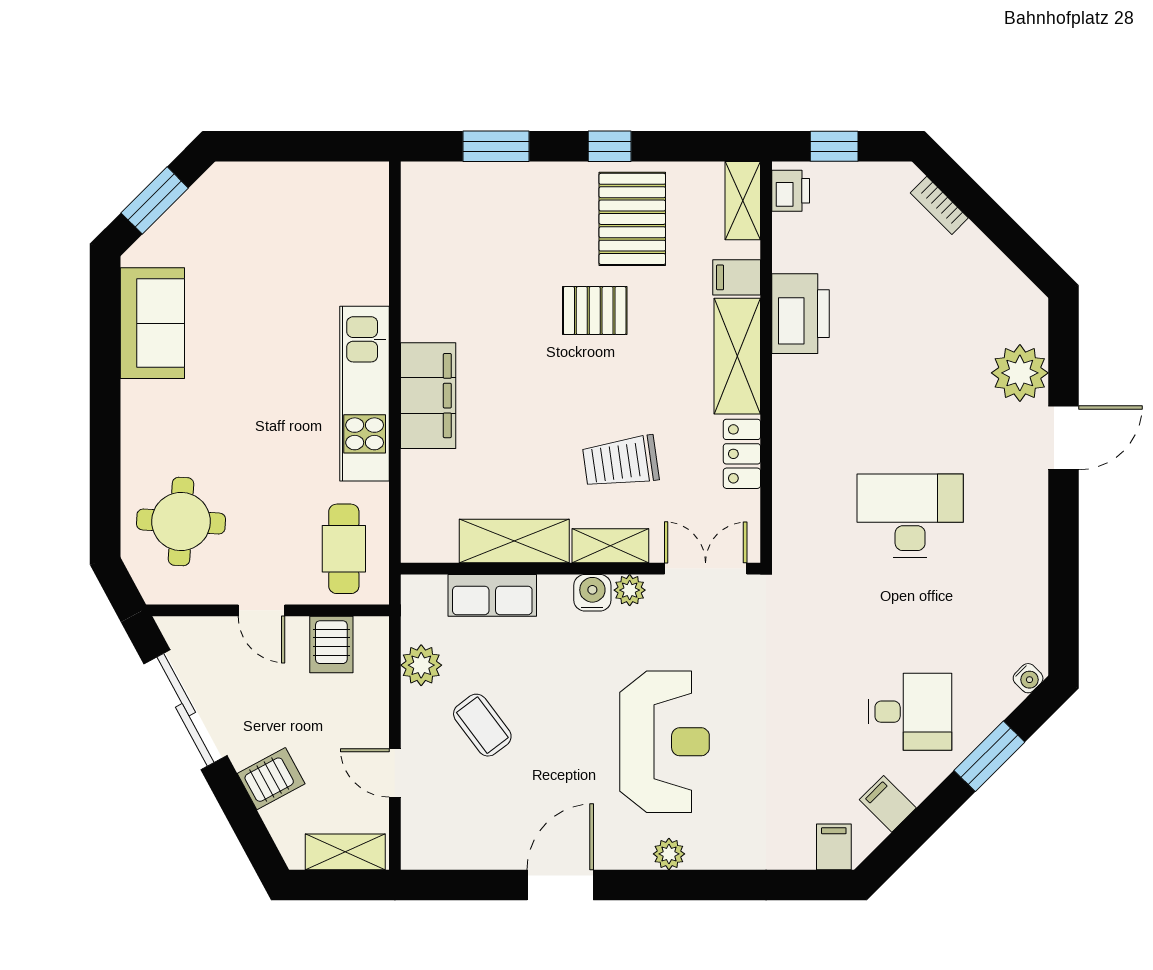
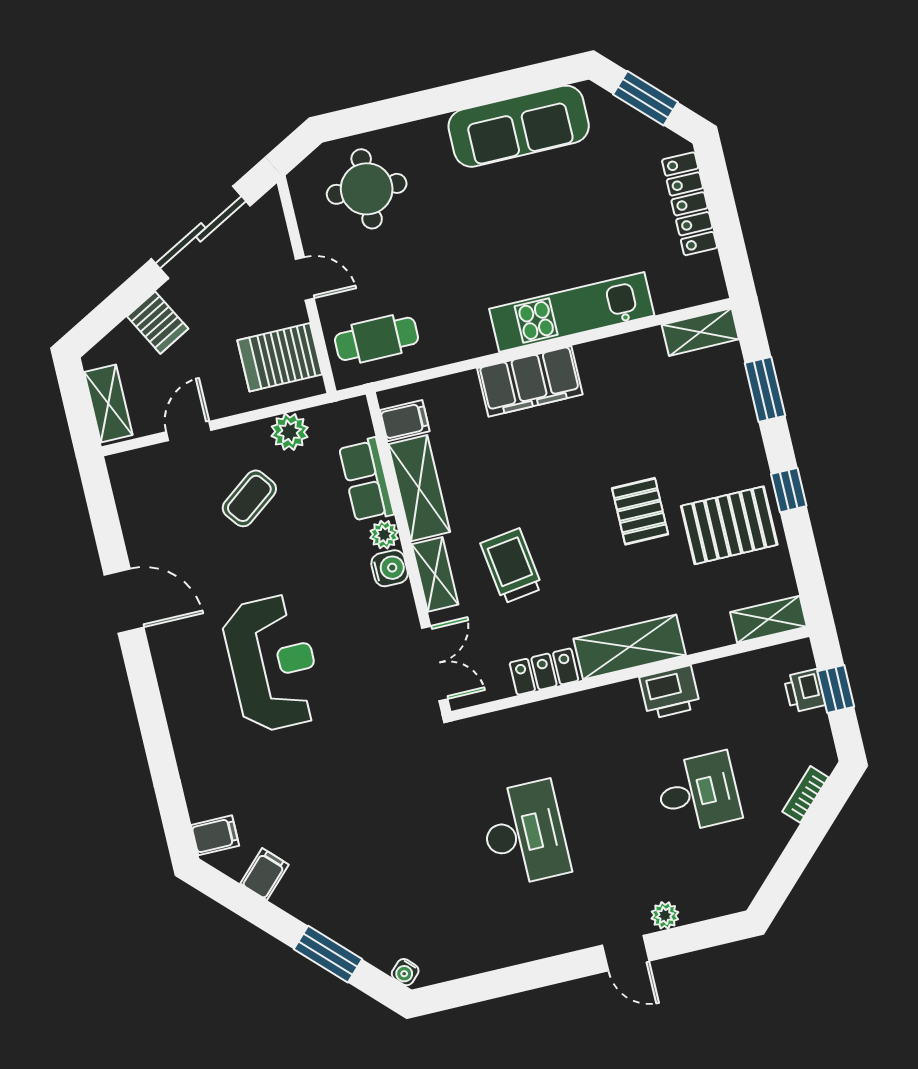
locker: (279, 180) -> (690, 204), added
printer: (791, 191) -> (804, 691), moved, turned 90
shelving: (418, 201) -> (700, 332), added
filing cabinet: (737, 277) -> (405, 421), moved, turned 90
printer: (800, 314) -> (670, 692), width x0.73, depth x0.84
sofa: (152, 323) -> (519, 126), width x1.36
plant: (1020, 373) -> (665, 915), width x0.53, depth x0.53
kitchen unit: (365, 394) -> (572, 312), moved
door: (1063, 438) -> (626, 953), width x0.73
plant: (630, 590) -> (384, 535), moved
door: (261, 610) -> (305, 279), swing flipped
server rack: (331, 644) -> (280, 357), width x1.36, depth x1.44
desk: (910, 712) -> (698, 792), moved, turned -90
reception desk: (665, 742) -> (273, 663), turned -90
plant: (669, 854) -> (174, 691), removed

